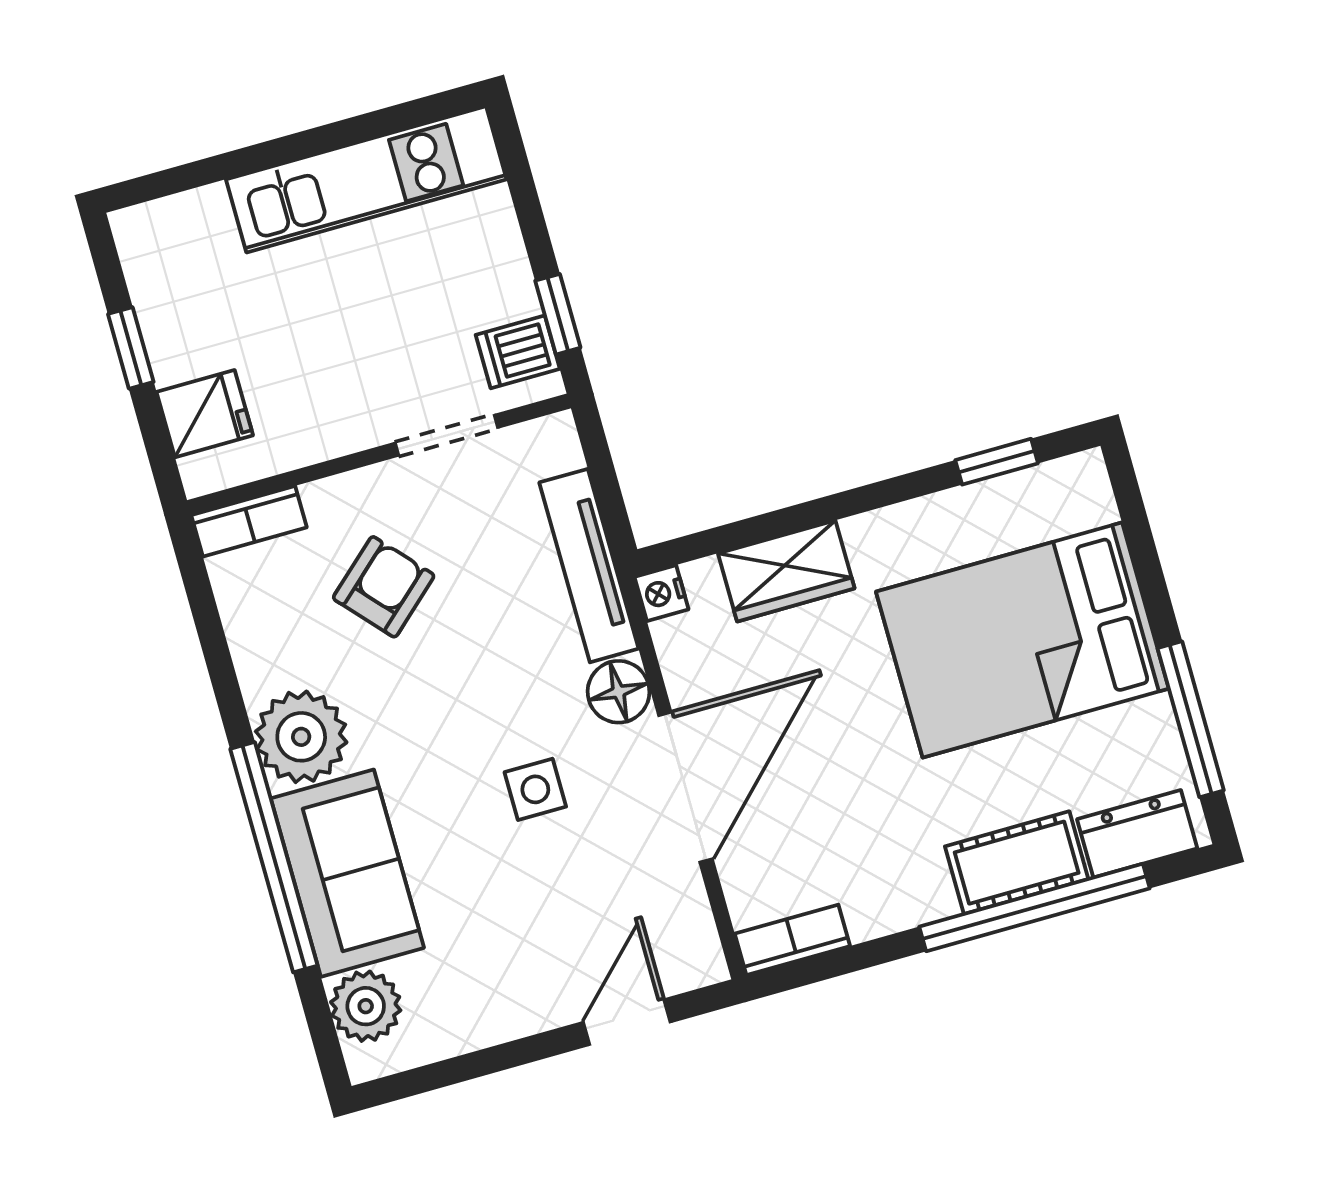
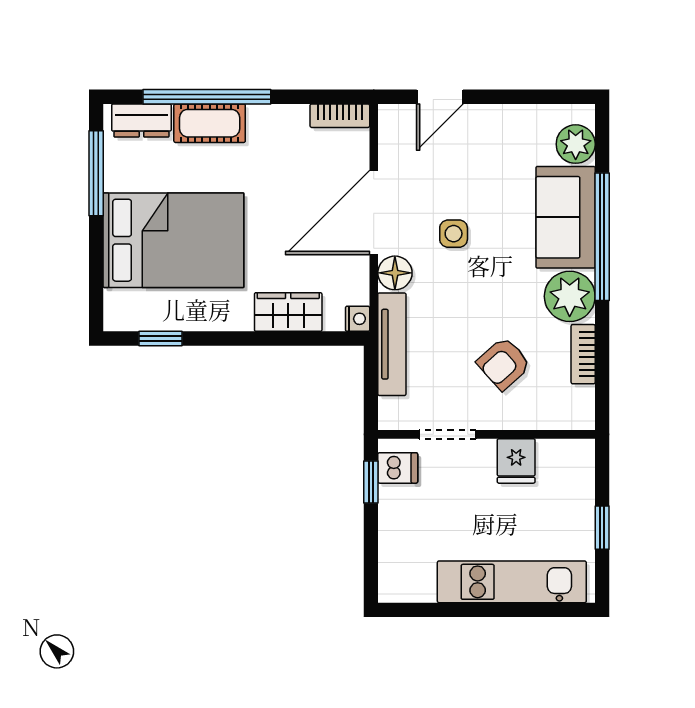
kitchen unit: (366, 179) -> (512, 582), moved
fridge: (205, 414) -> (516, 461), moved, turned -90
bookcase: (249, 521) -> (583, 354), moved, turned -90

